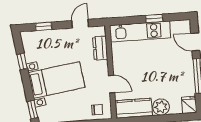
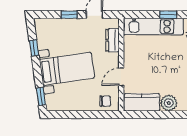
window: (44, 26) -> (69, 15), moved
door: (112, 84) -> (121, 77), swing flipped

